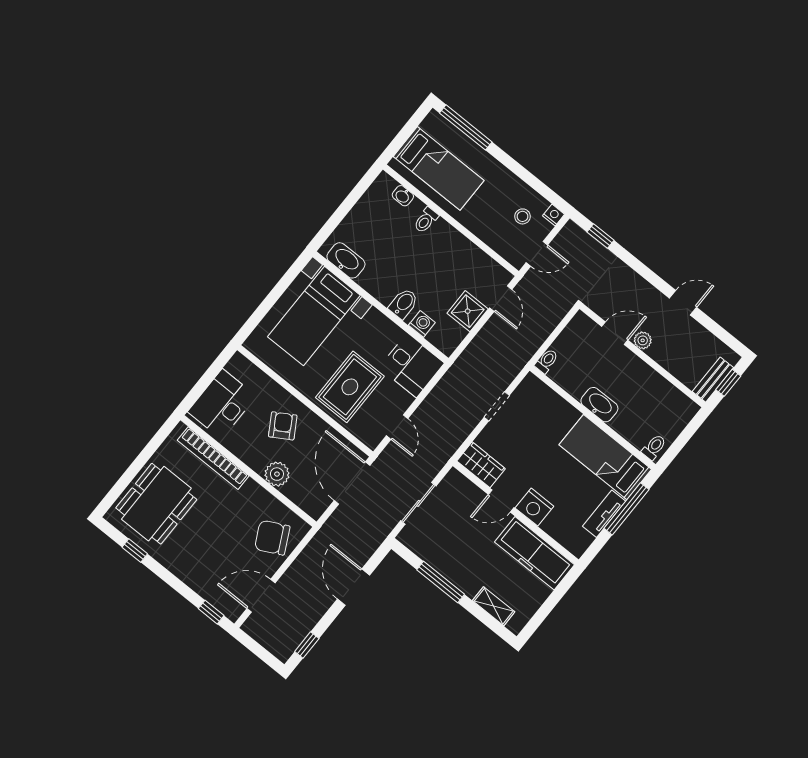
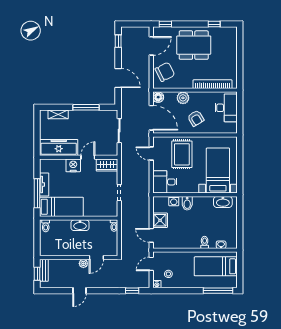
dining table: (156, 504) -> (194, 45), moved, turned 90
floor lamp: (315, 507) -> (158, 97), added

